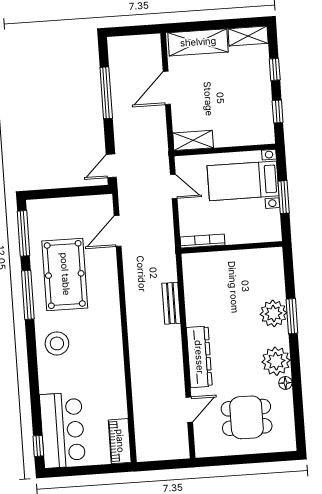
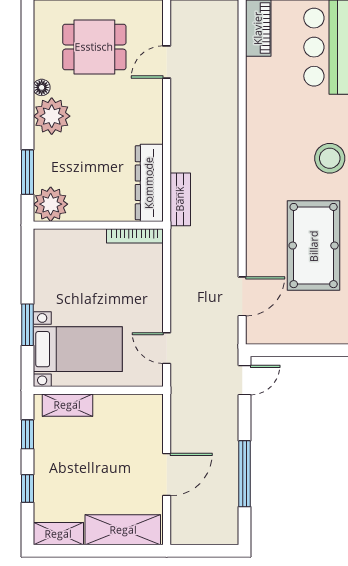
shelving: (193, 140) -> (67, 405), moved
bookcase: (202, 241) -> (135, 236), moved
wall: (232, 247) -> (98, 225), moved
plant: (273, 313) -> (51, 204), moved
dresser: (199, 357) -> (149, 183), moved

